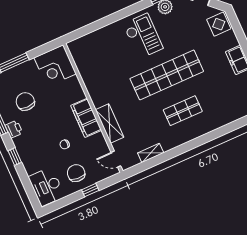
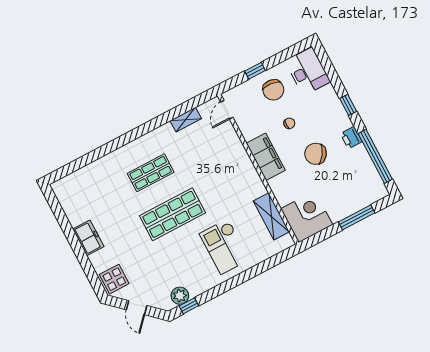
checkout: (143, 36) -> (224, 247), moved
shop shelf: (167, 75) -> (172, 214), width x0.71
chair: (25, 102) -> (316, 154), moved, turned 124
shelving: (110, 123) -> (271, 216), moved
door: (116, 159) -> (227, 110), swing flipped

